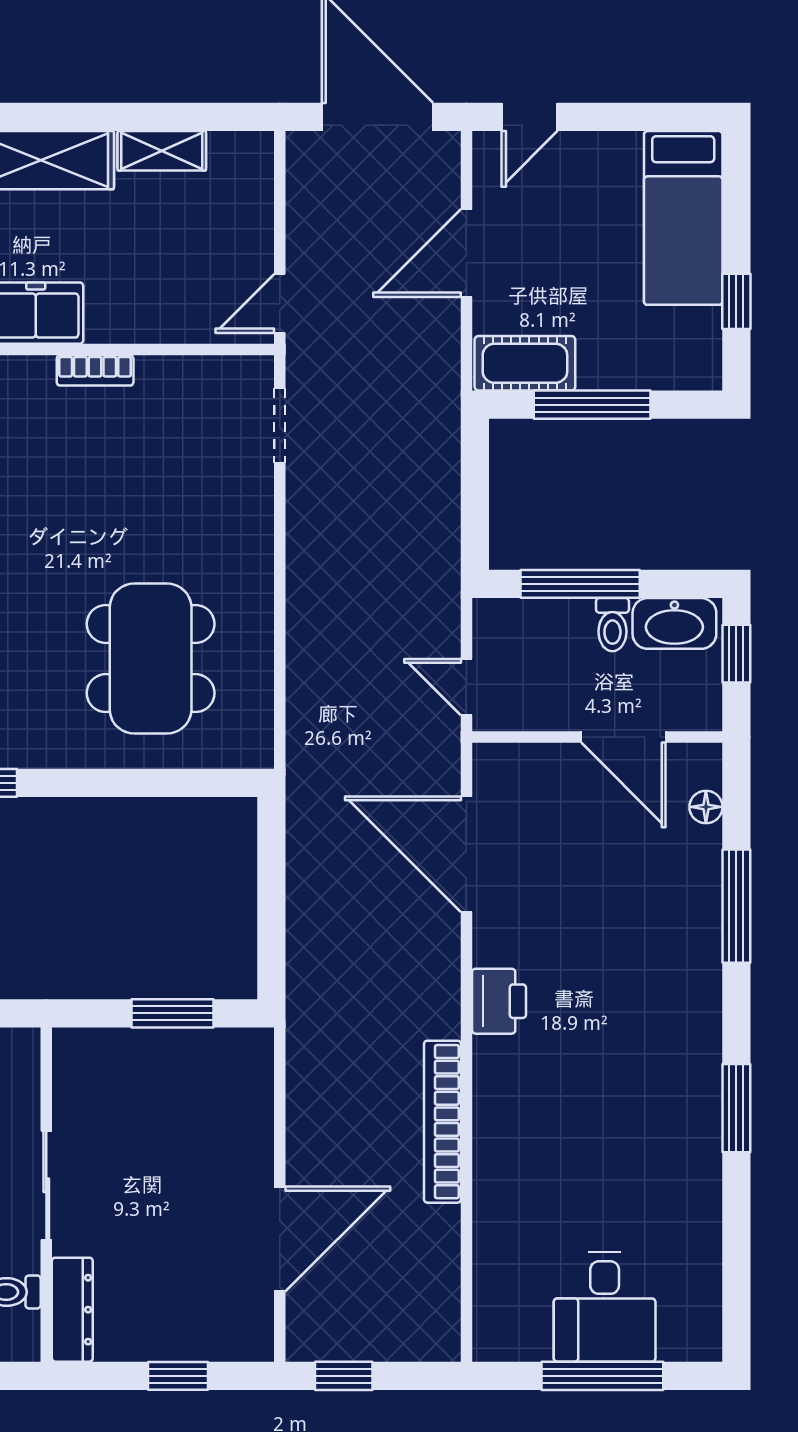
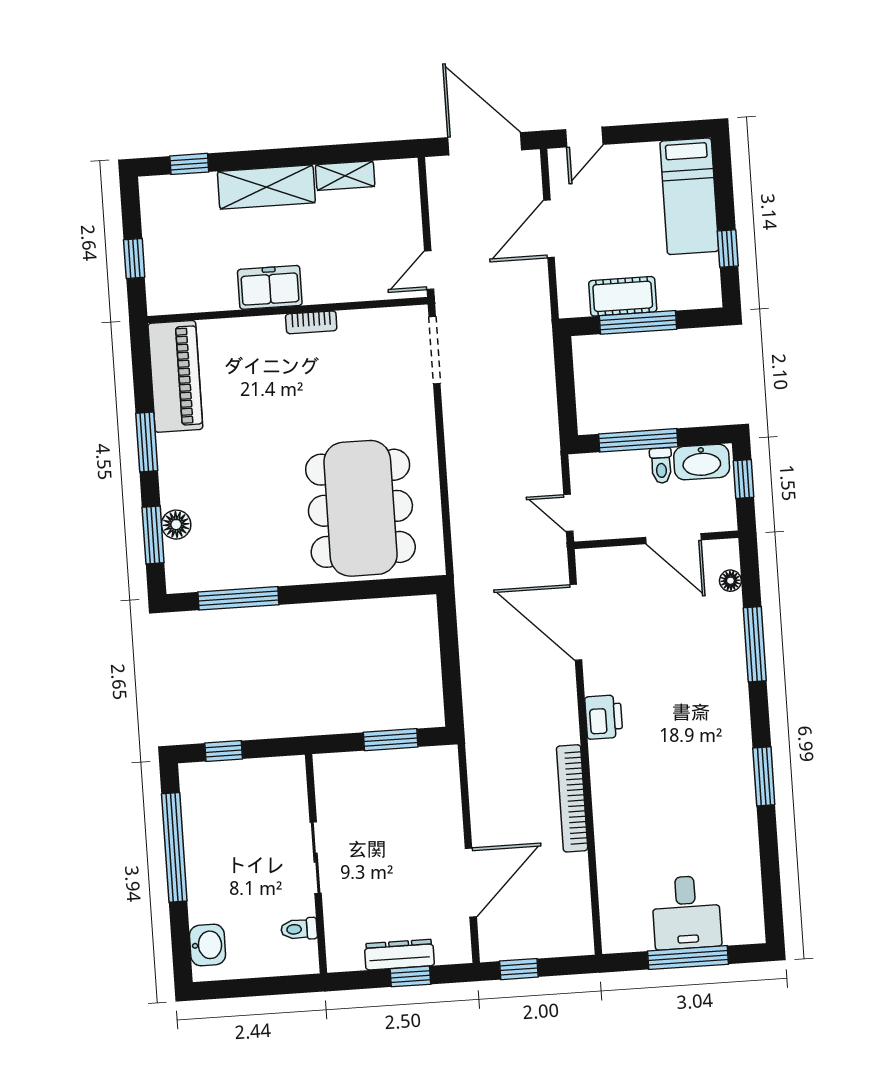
cot: (525, 363) -> (623, 296), moved
doorway: (280, 425) -> (435, 350), width x1.38
dining table: (151, 659) -> (360, 508), width x1.36, depth x1.24
dresser: (72, 1310) -> (399, 955), moved, turned -90

